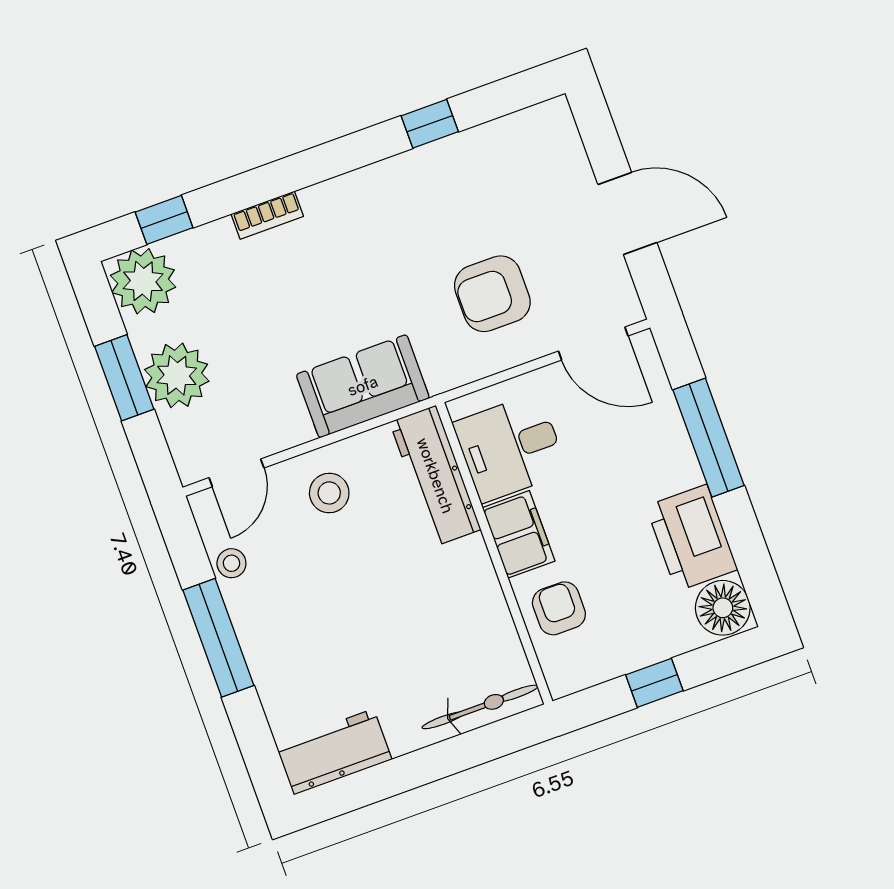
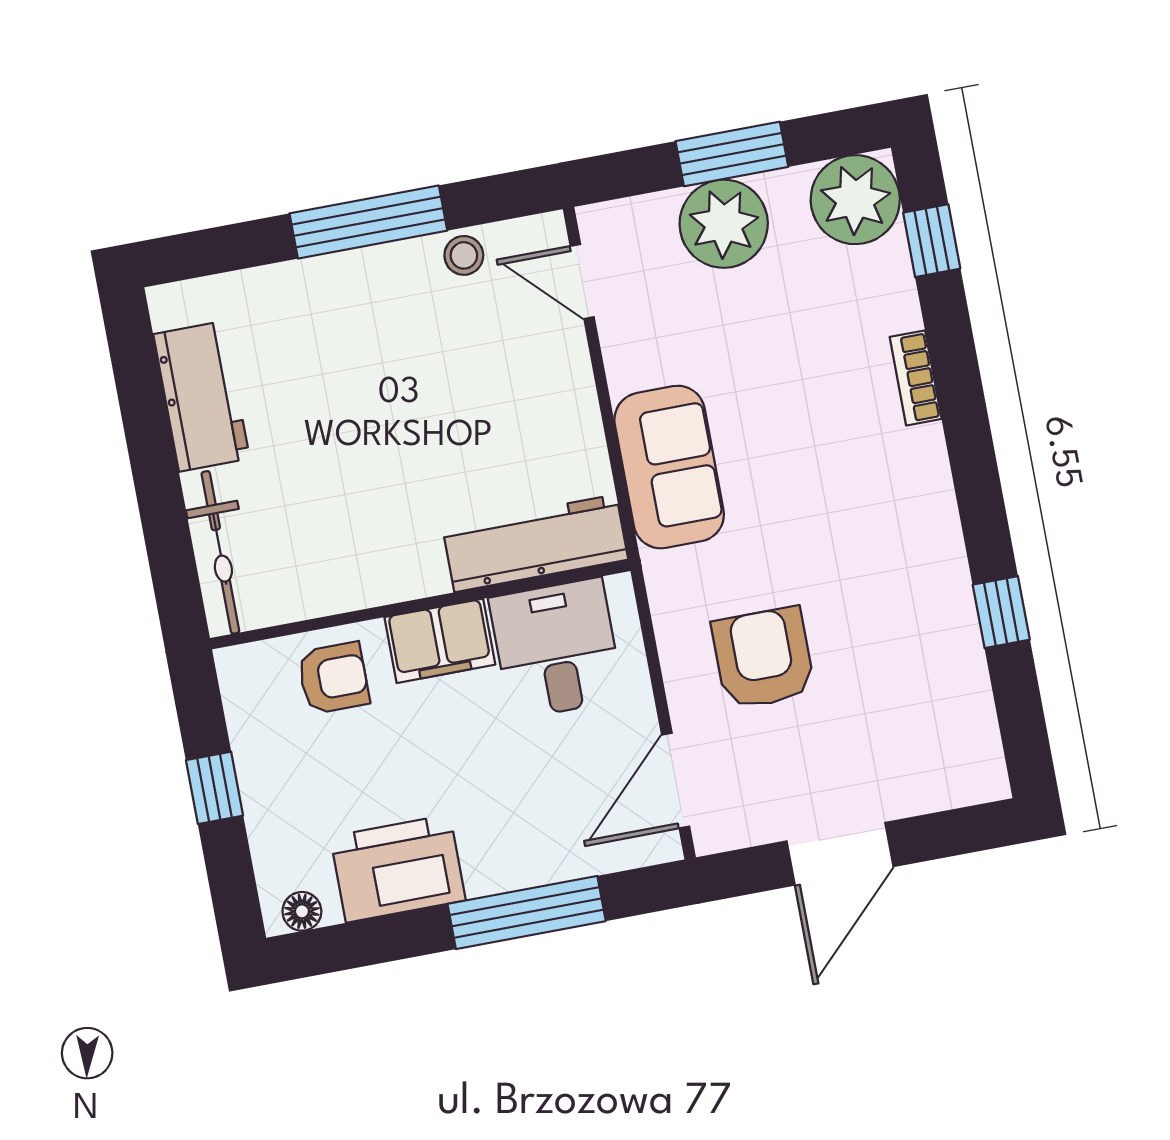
stool: (329, 493) -> (535, 400), removed
floor lamp: (723, 608) -> (302, 911), width x0.53, depth x0.53
workbench: (334, 752) -> (201, 396), moved

